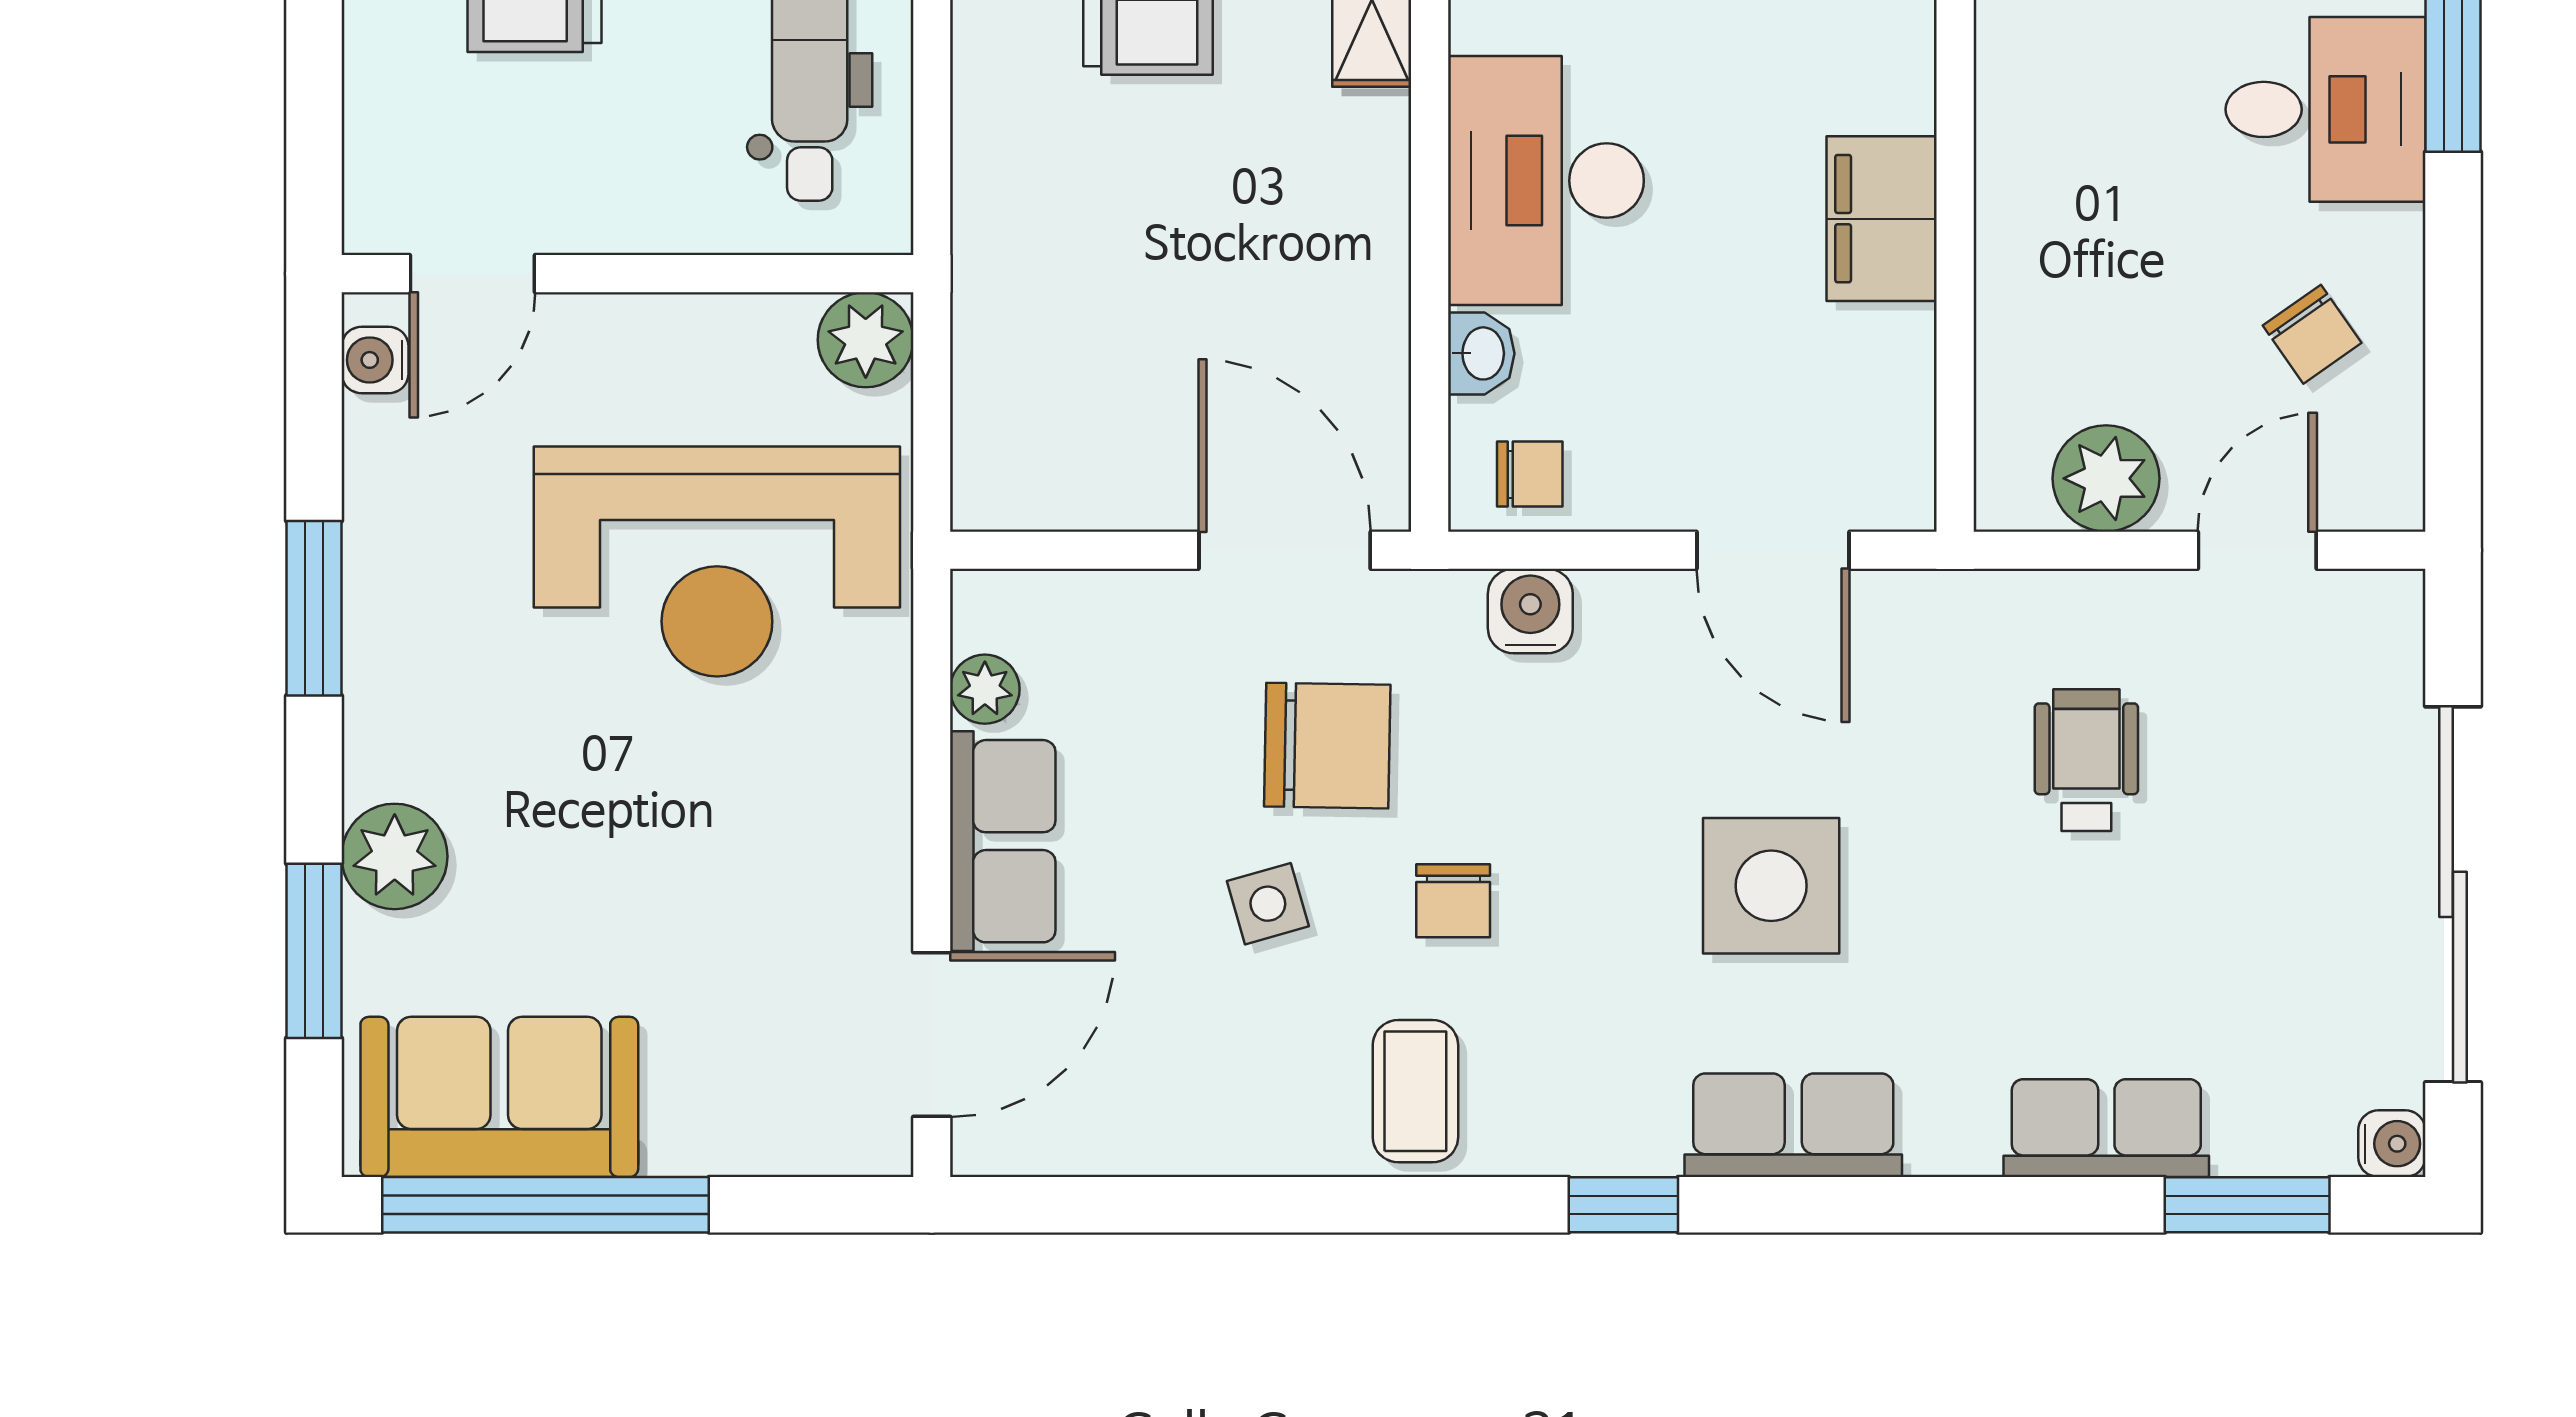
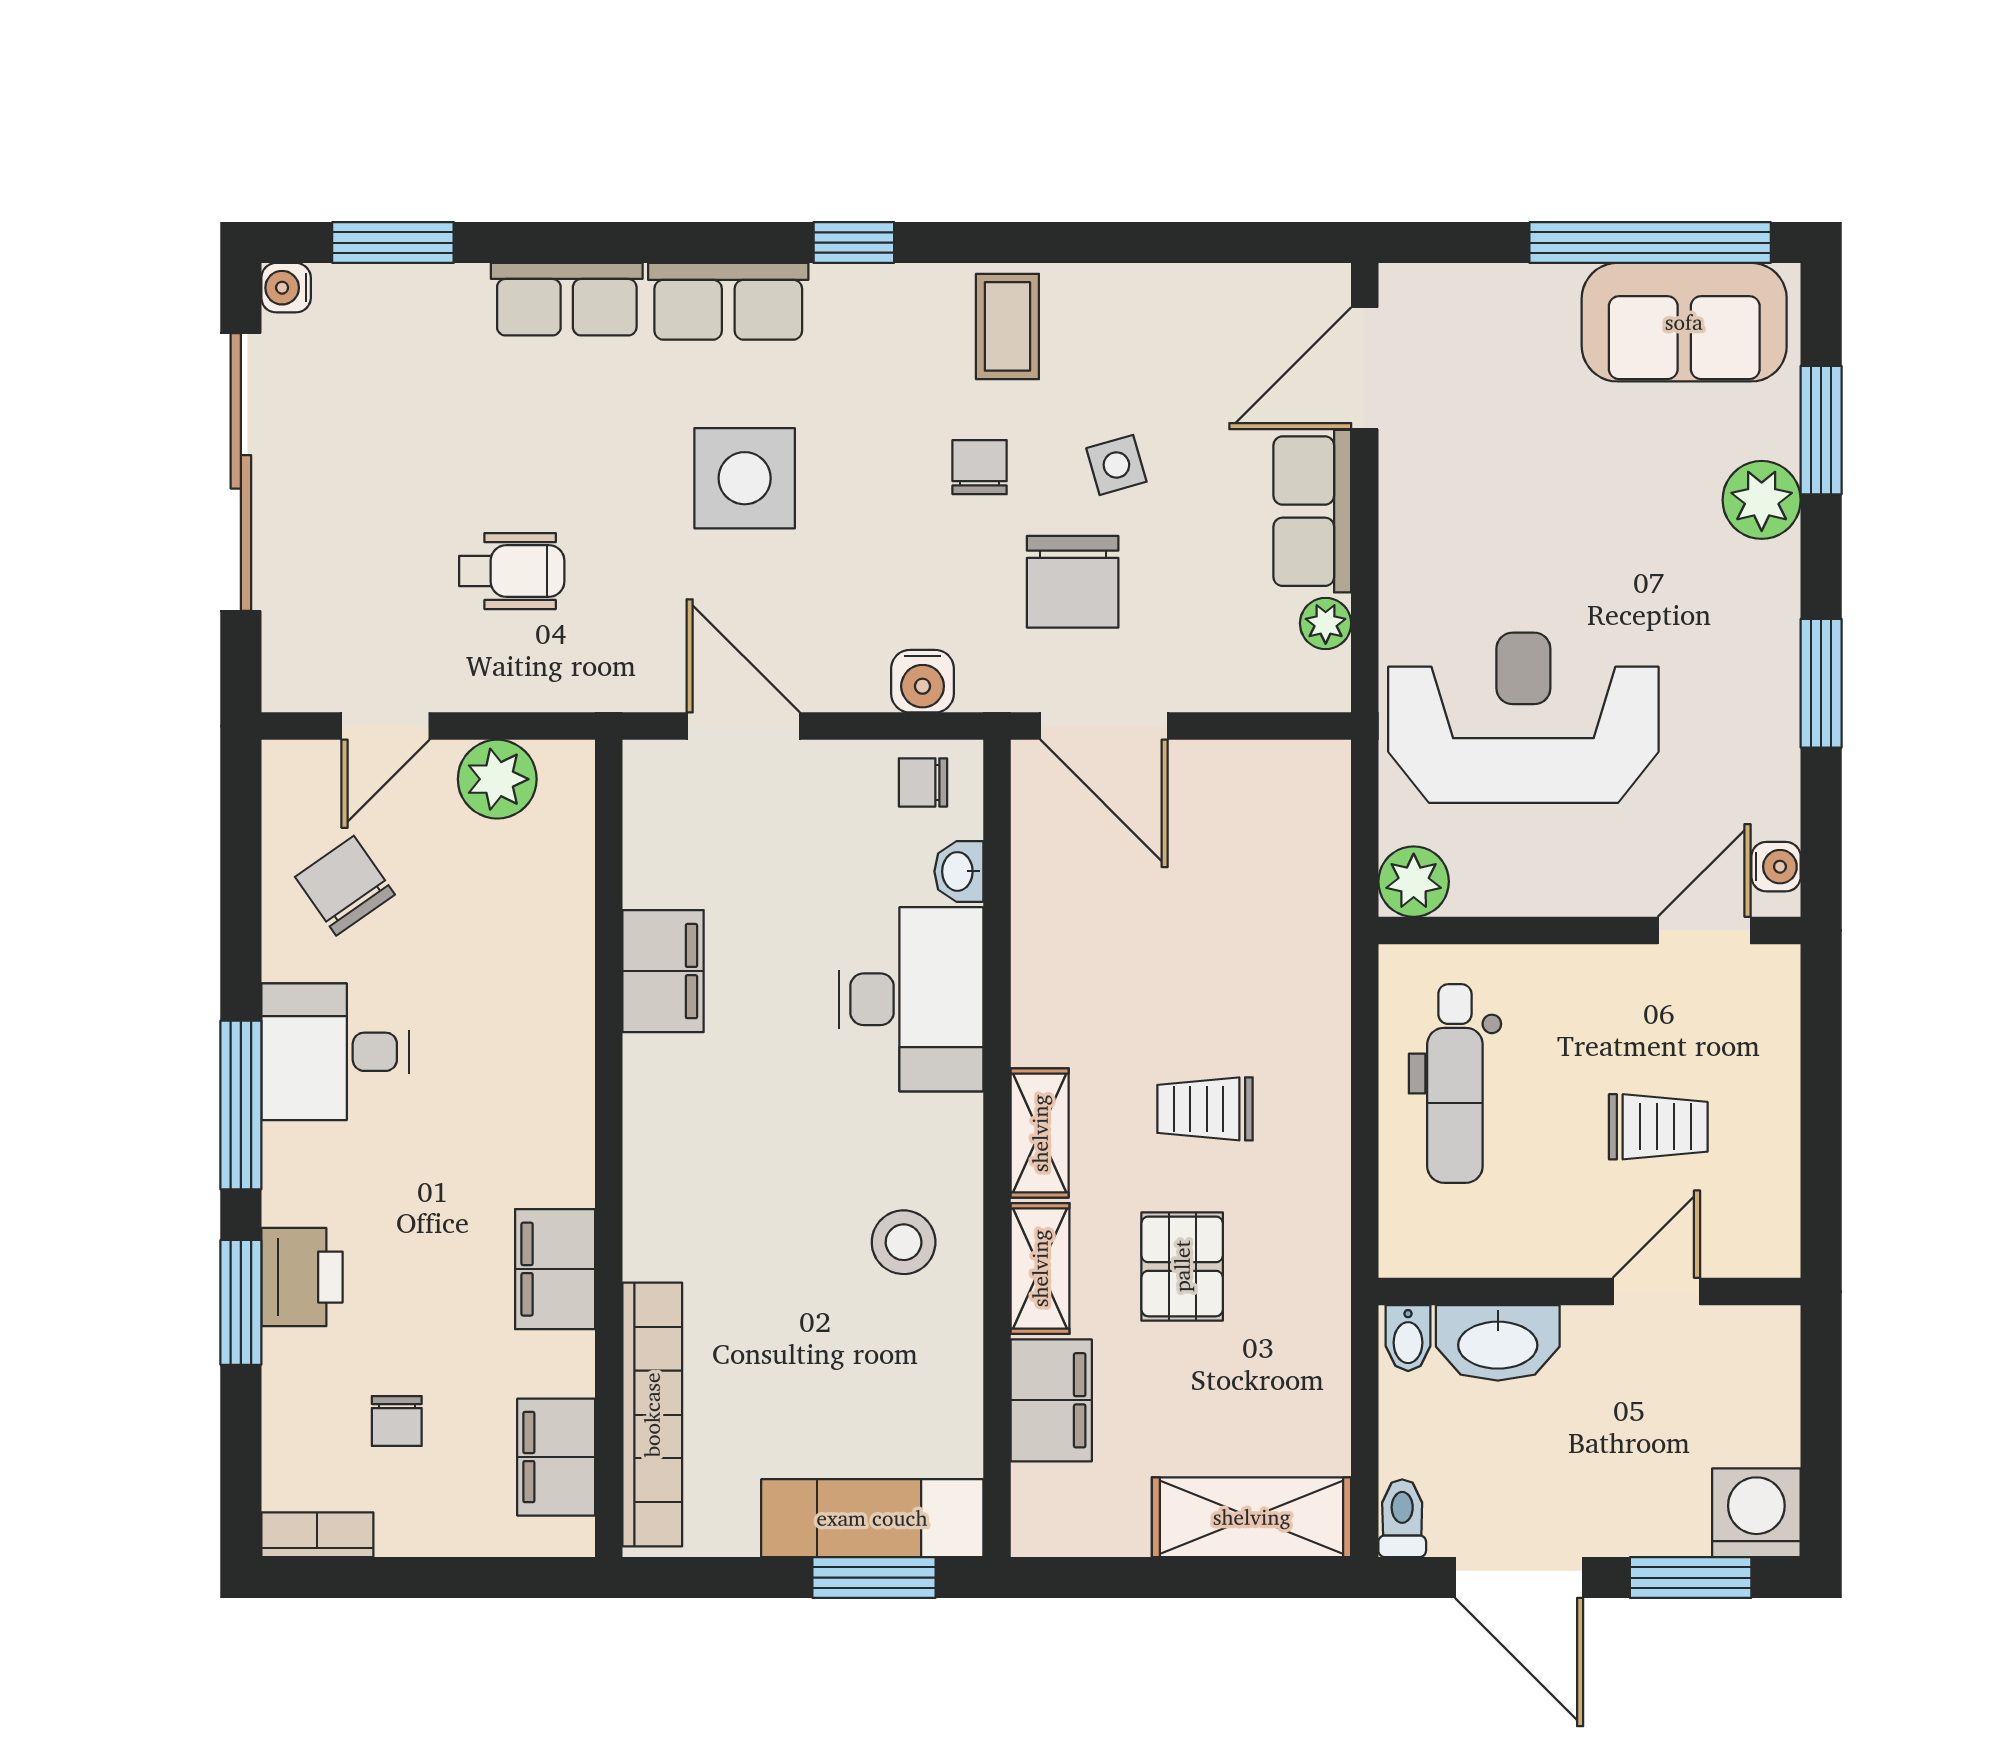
chair: (2312, 334) -> (345, 886), width x1.37, depth x1.37
chair: (1327, 746) -> (1073, 582), turned -91
wheelchair: (2086, 760) -> (512, 571), turned -90
row of seats: (2106, 1128) -> (567, 299), moved

